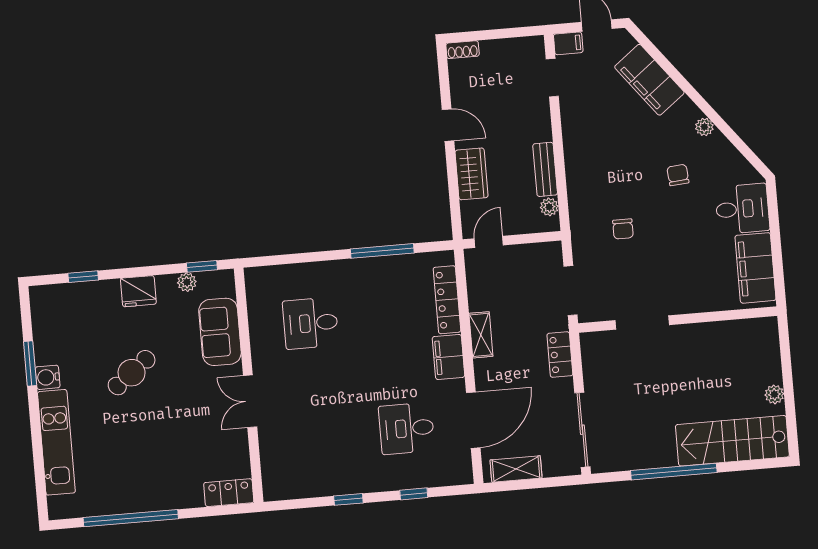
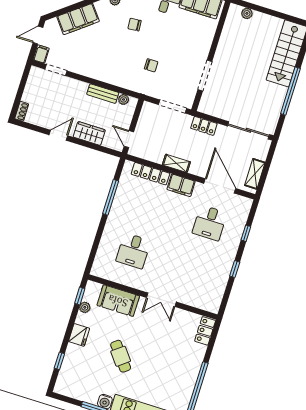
plant: (774, 394) -> (247, 13), moved

